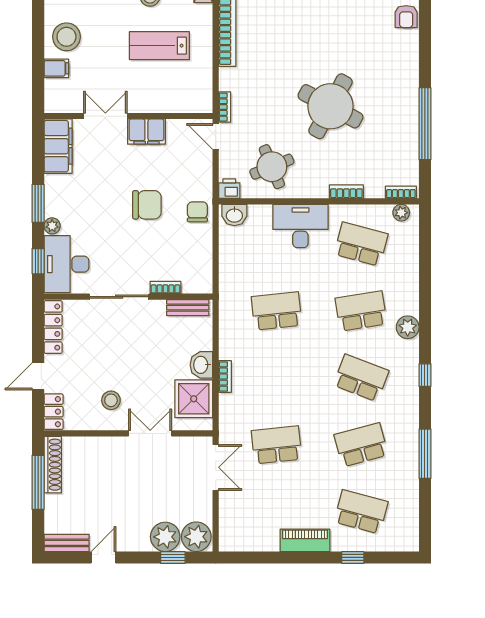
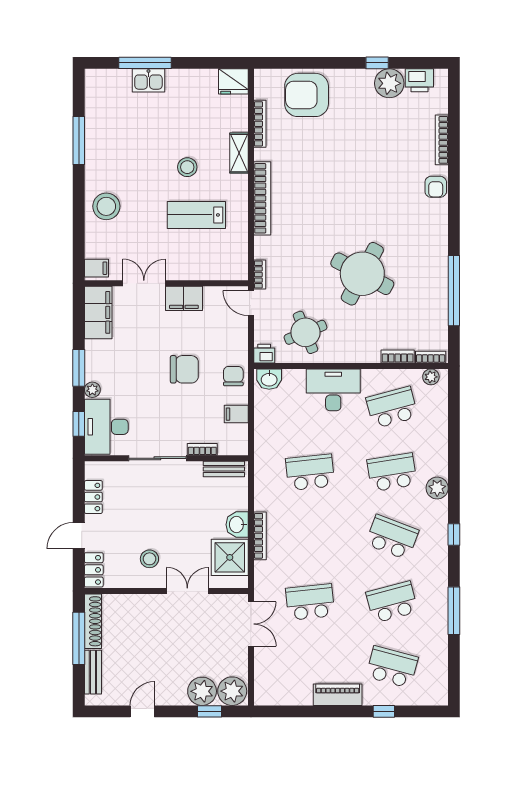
filing cabinet: (56, 68) -> (96, 268), moved
bookcase: (346, 192) -> (398, 356), moved
school desk: (361, 244) -> (392, 407), turned -30
filing cabinet: (200, 251) -> (236, 414), added
locker: (53, 327) -> (93, 497), width x0.66
bookcase: (225, 377) -> (260, 536), width x1.56
bench: (67, 543) -> (93, 672), moved, turned 90

